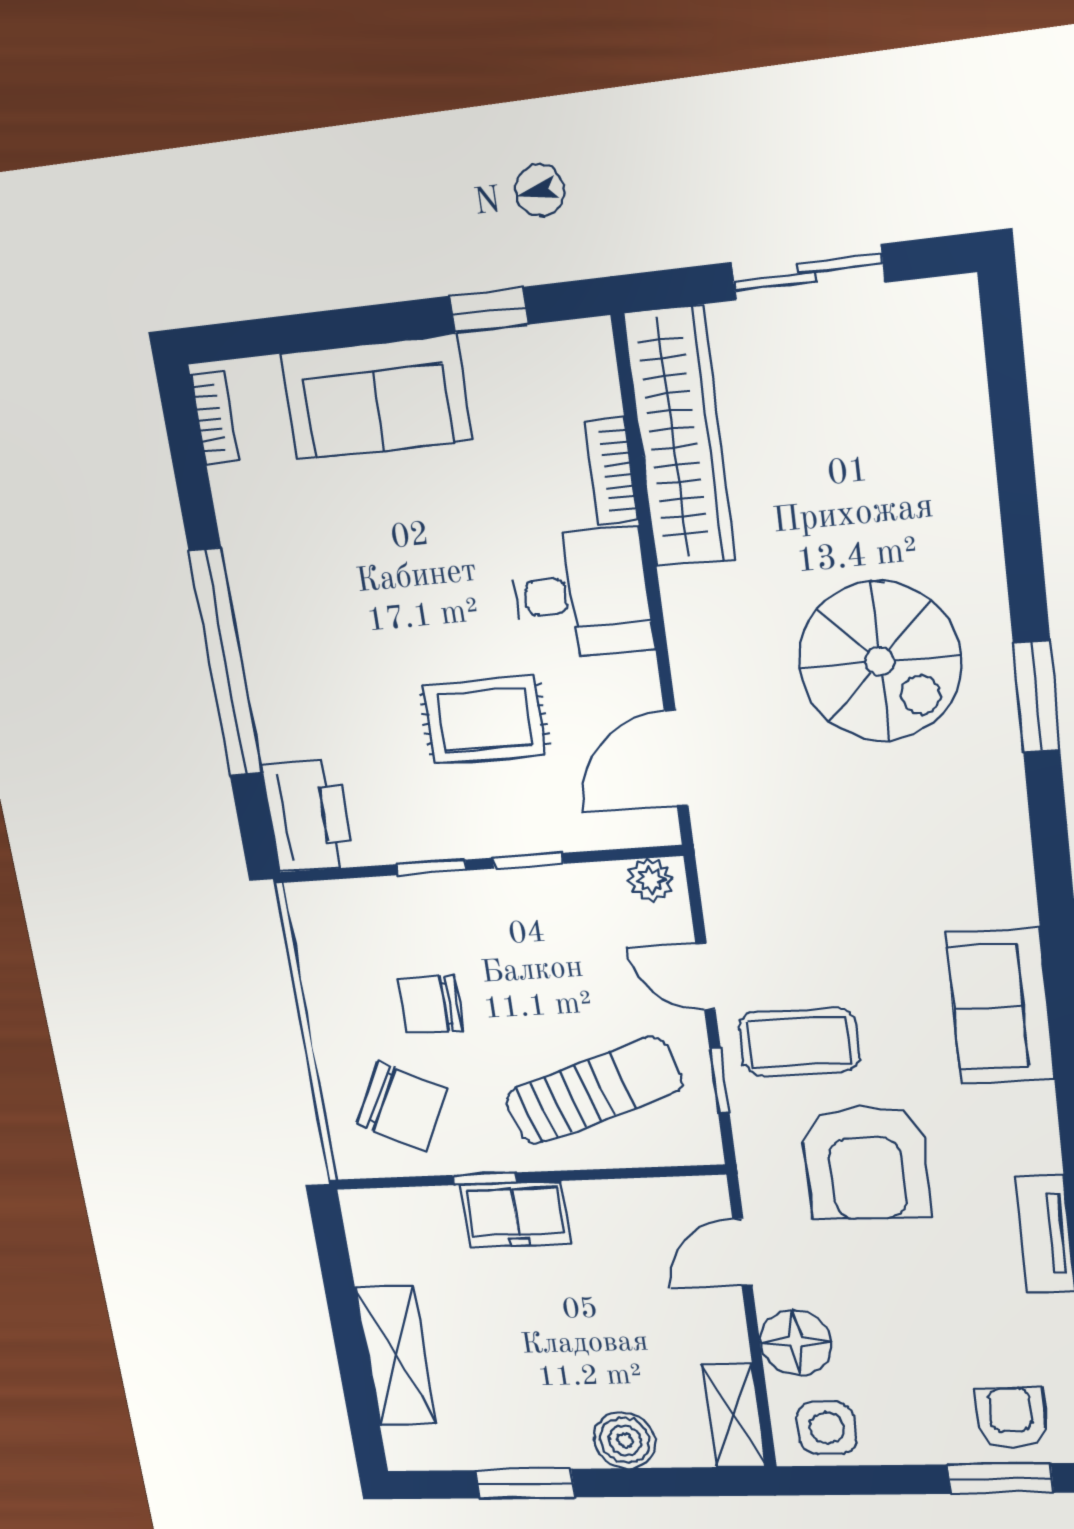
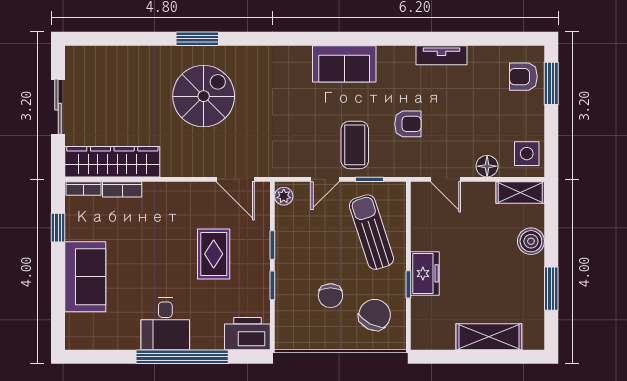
bookcase: (215, 418) -> (84, 189), moved, turned 180
desk: (581, 594) -> (165, 324), moved, turned 180
window: (1037, 697) -> (197, 39), moved
armchair: (866, 1163) -> (408, 124), width x0.53, depth x0.53
floor lamp: (796, 1343) -> (487, 166), width x0.73, depth x0.73

